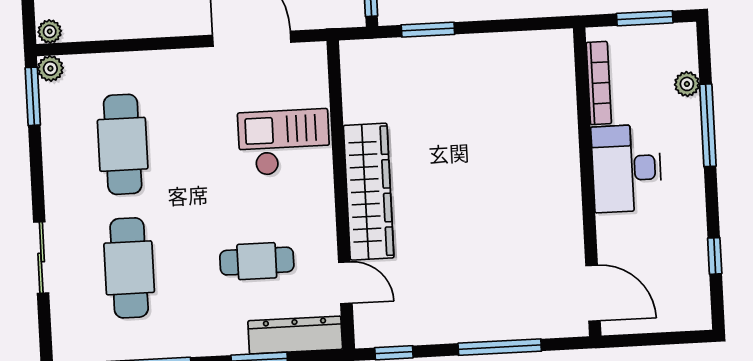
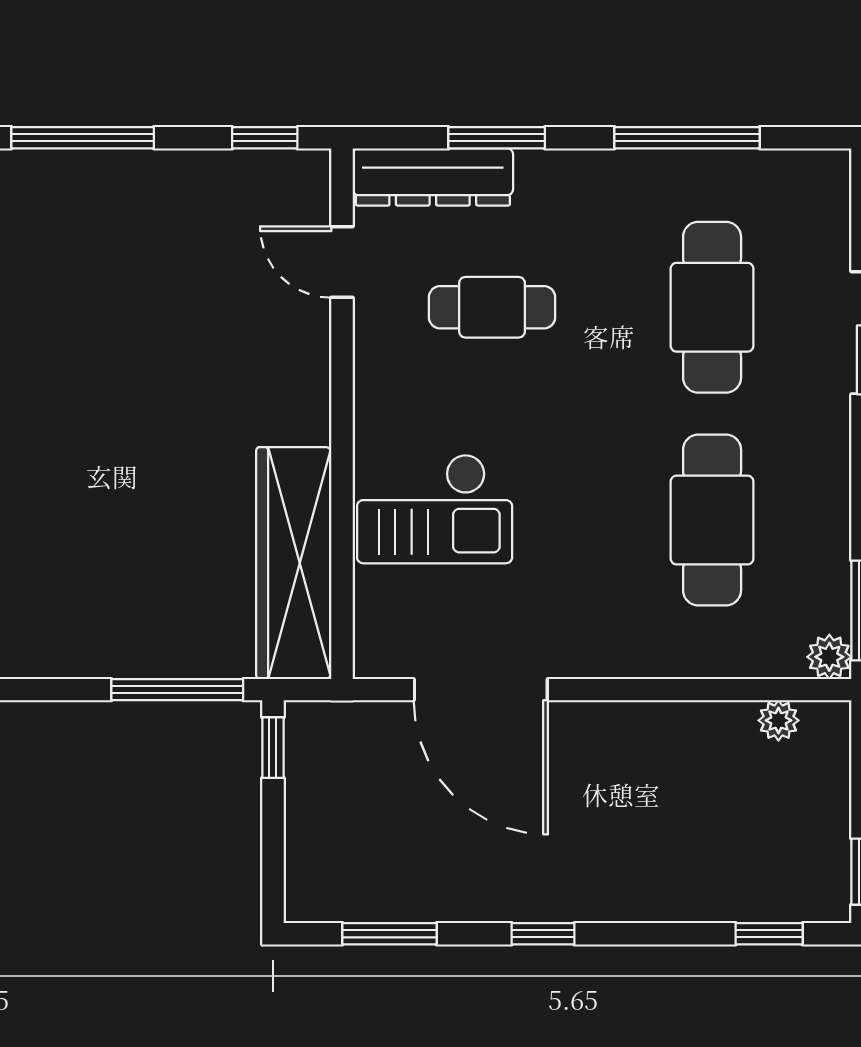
window: (428, 30) -> (177, 690), width x1.44
plant: (50, 31) -> (778, 720), moved
wardrobe: (369, 192) -> (294, 563), moved

